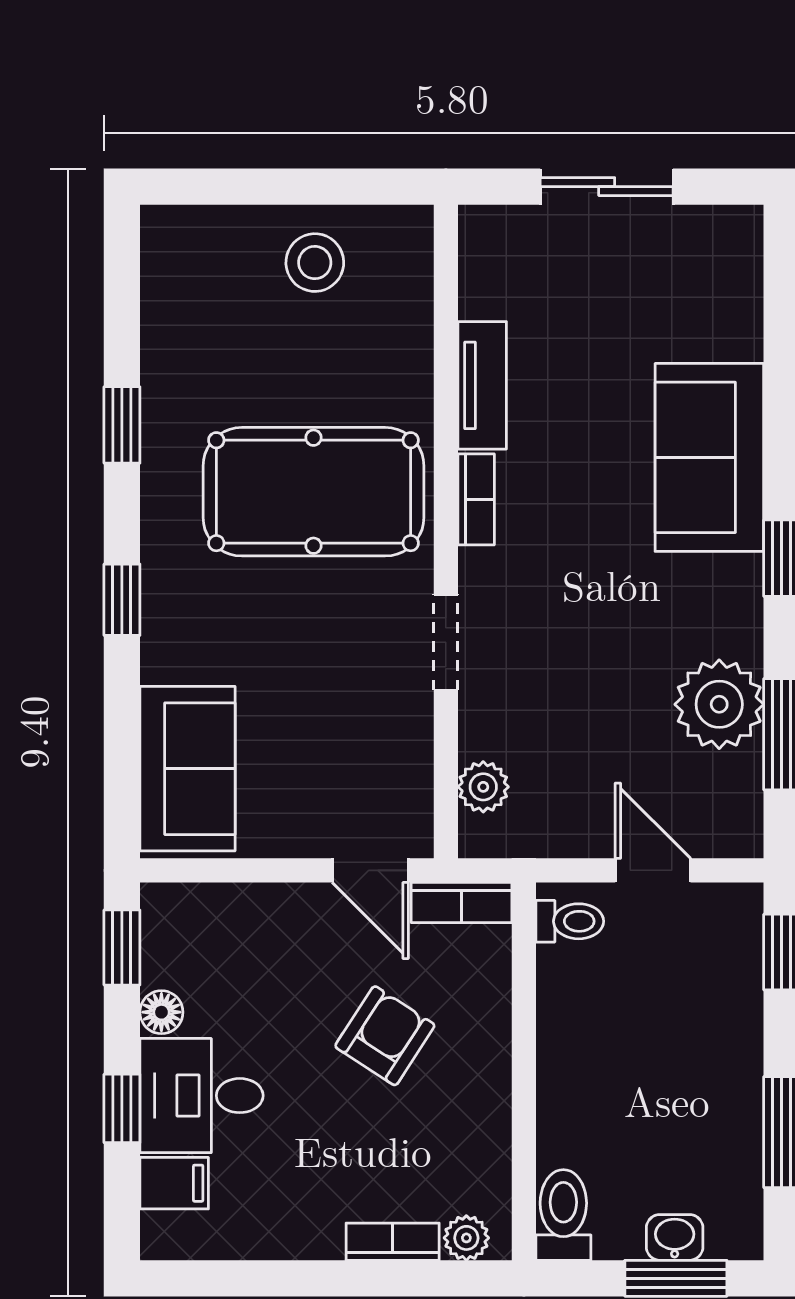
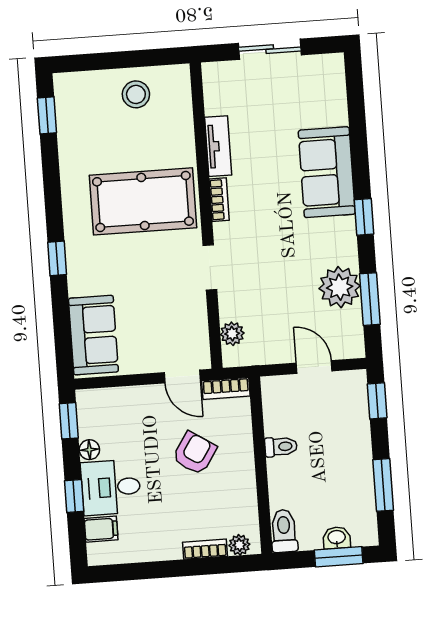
window: (122, 425) -> (47, 115), moved
toilet: (570, 921) -> (281, 447), moved

